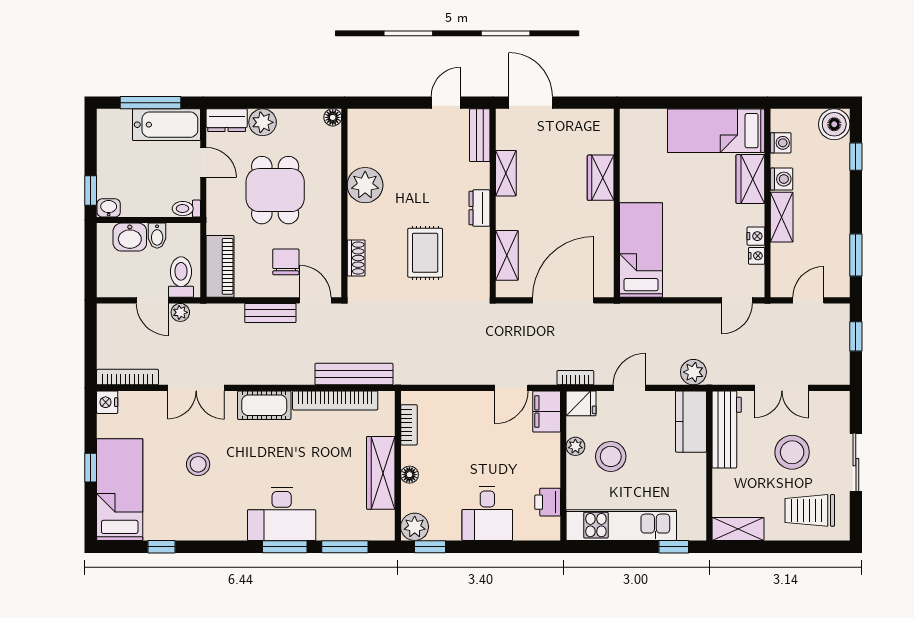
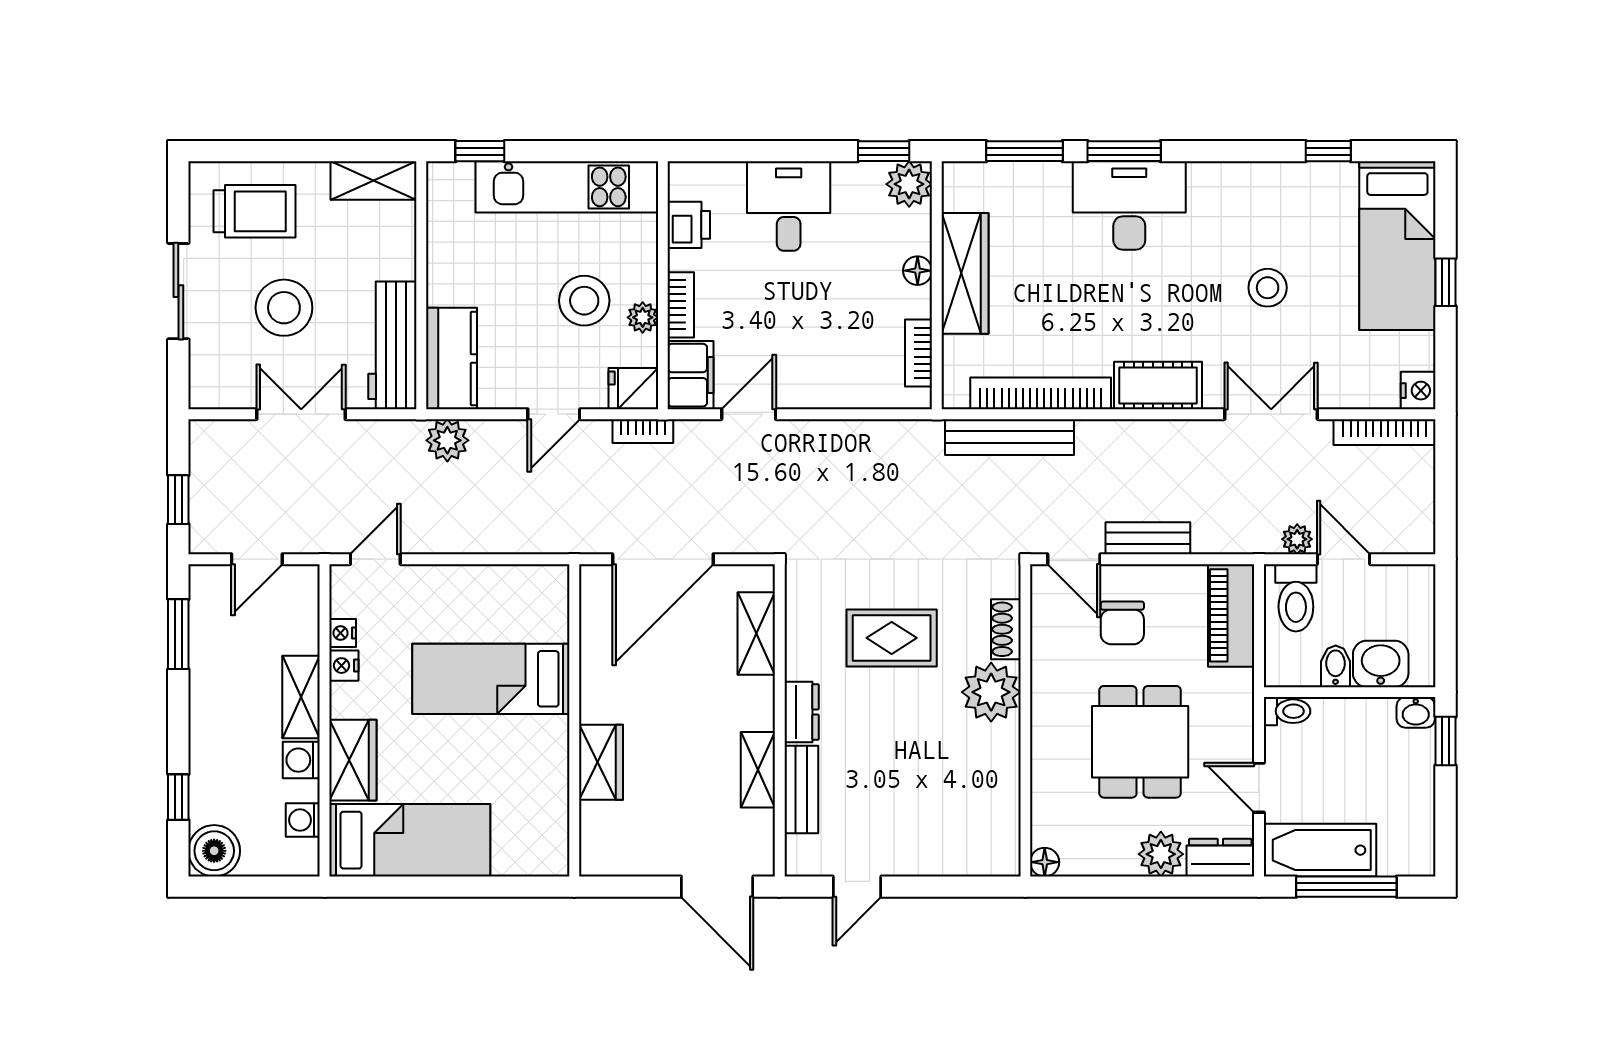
bench: (480, 135) -> (801, 790), moved
plant: (365, 185) -> (991, 692), moved
bed: (641, 250) -> (491, 679), moved, turned 90
rug: (425, 253) -> (892, 638), turned 90
bookcase: (552, 454) -> (681, 305), added

